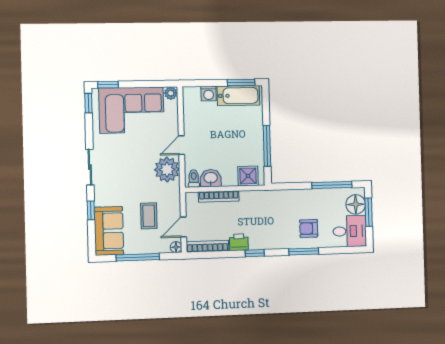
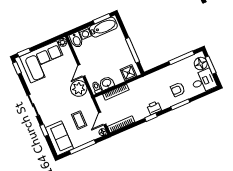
bidet: (192, 98) -> (76, 40), added
printer: (239, 242) -> (154, 108), moved

